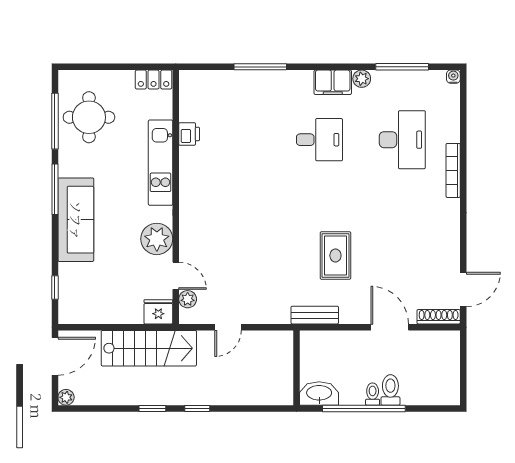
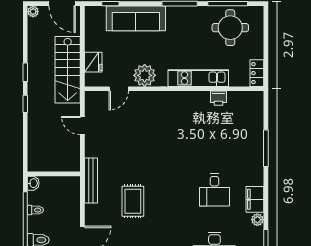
sofa: (76, 220) -> (136, 18), moved
rug: (335, 256) -> (133, 201), turned 90
plant: (188, 299) -> (102, 97), removed
fridge: (158, 312) -> (93, 62), moved
bench: (315, 315) -> (91, 181), width x1.36
washbasin: (319, 393) -> (33, 183), width x0.52, depth x0.69
toilet: (373, 394) -> (35, 210), moved

